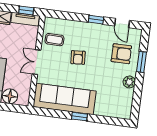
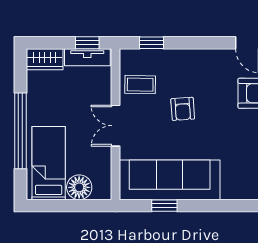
window: (96, 20) -> (151, 43), moved
window: (79, 117) -> (164, 206), moved

